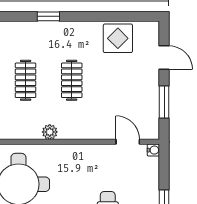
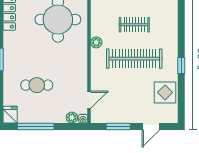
window: (48, 16) -> (181, 66), moved
clothes rail: (72, 80) -> (134, 59), width x1.86, depth x1.31
plant: (152, 165) -> (72, 117), added

